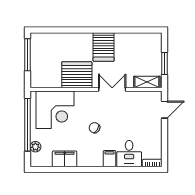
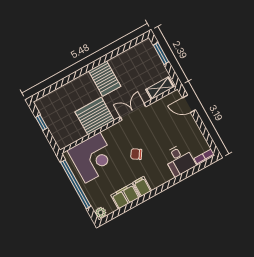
window: (27, 55) -> (41, 123), width x0.46
window: (165, 64) -> (161, 54), moved
door: (165, 110) -> (189, 104), swing flipped
plant: (35, 147) -> (101, 213), moved
filing cabinet: (110, 159) -> (142, 187), moved

